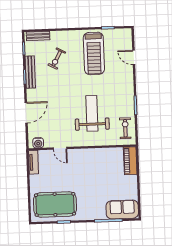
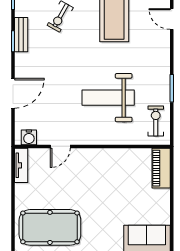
bench: (30, 72) -> (21, 35), width x0.73
weight bench: (92, 113) -> (108, 98), turned -90
door: (60, 148) -> (60, 146), hinge flipped

